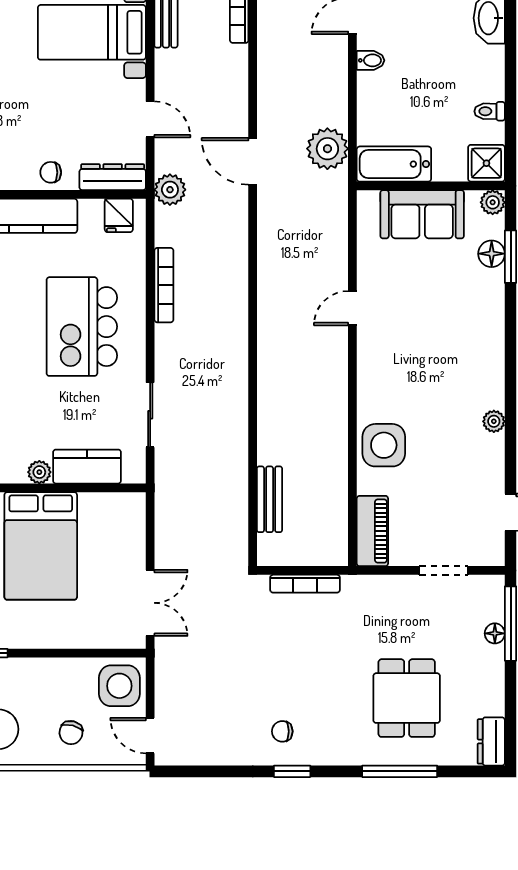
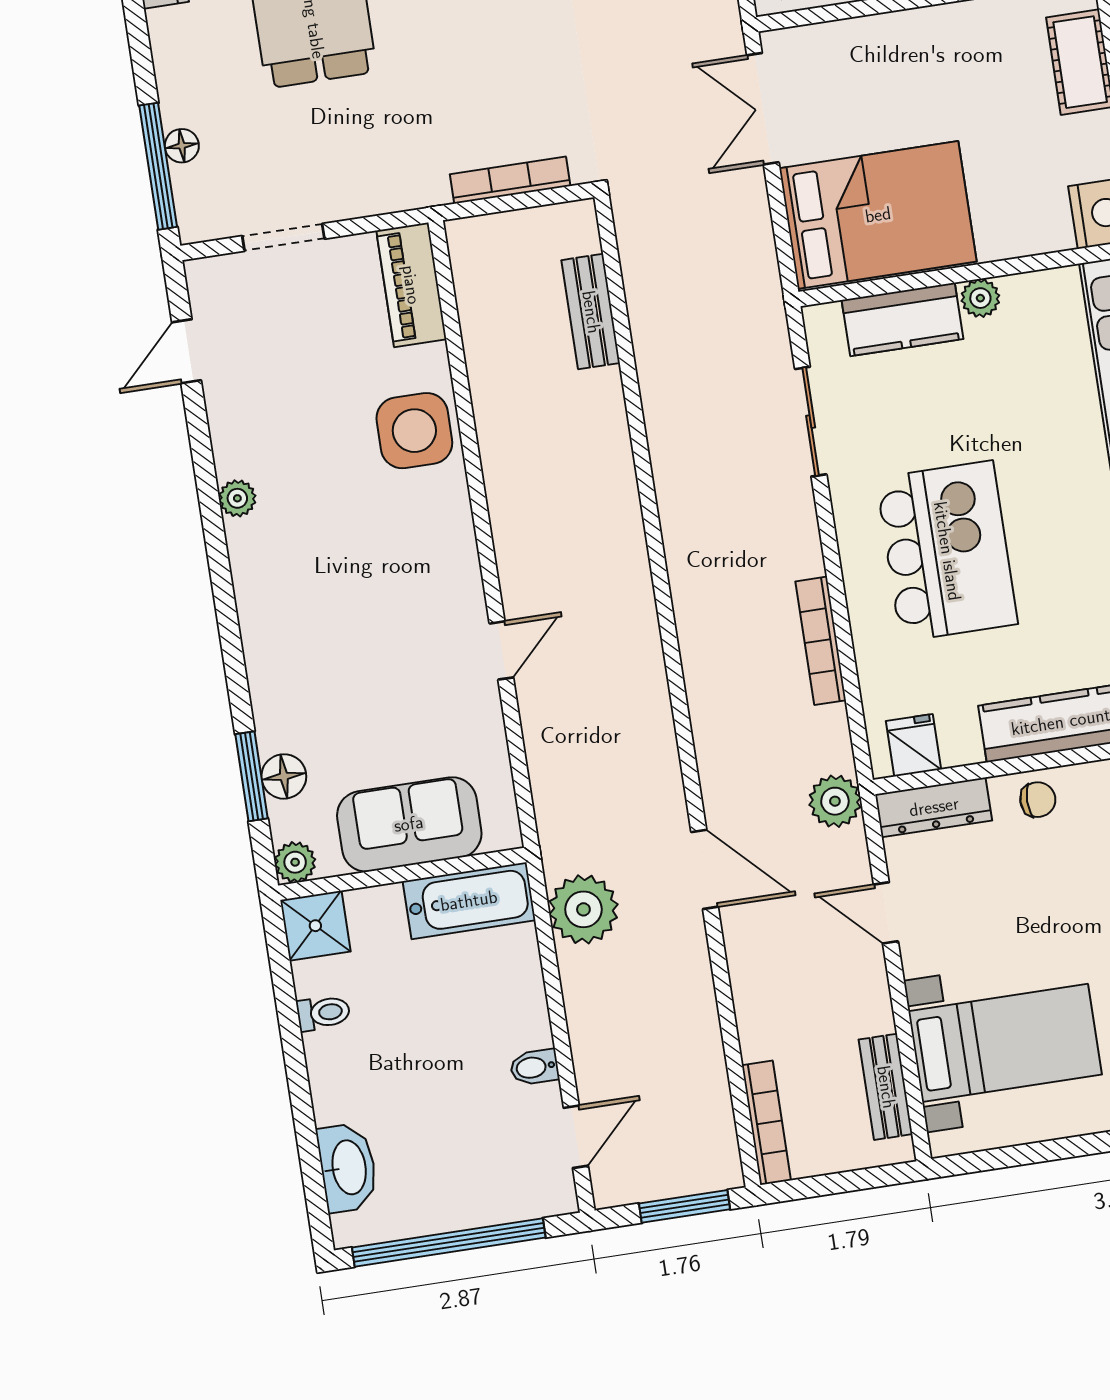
bed: (41, 546) -> (878, 215), moved, turned 90

